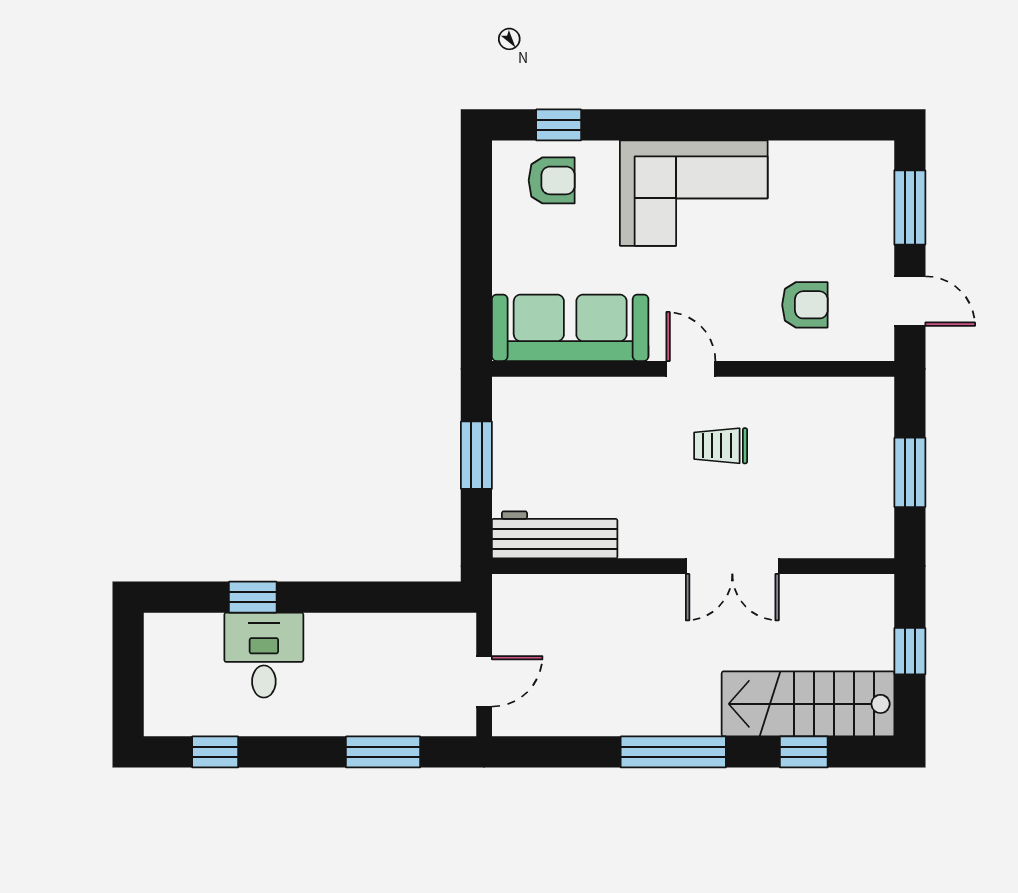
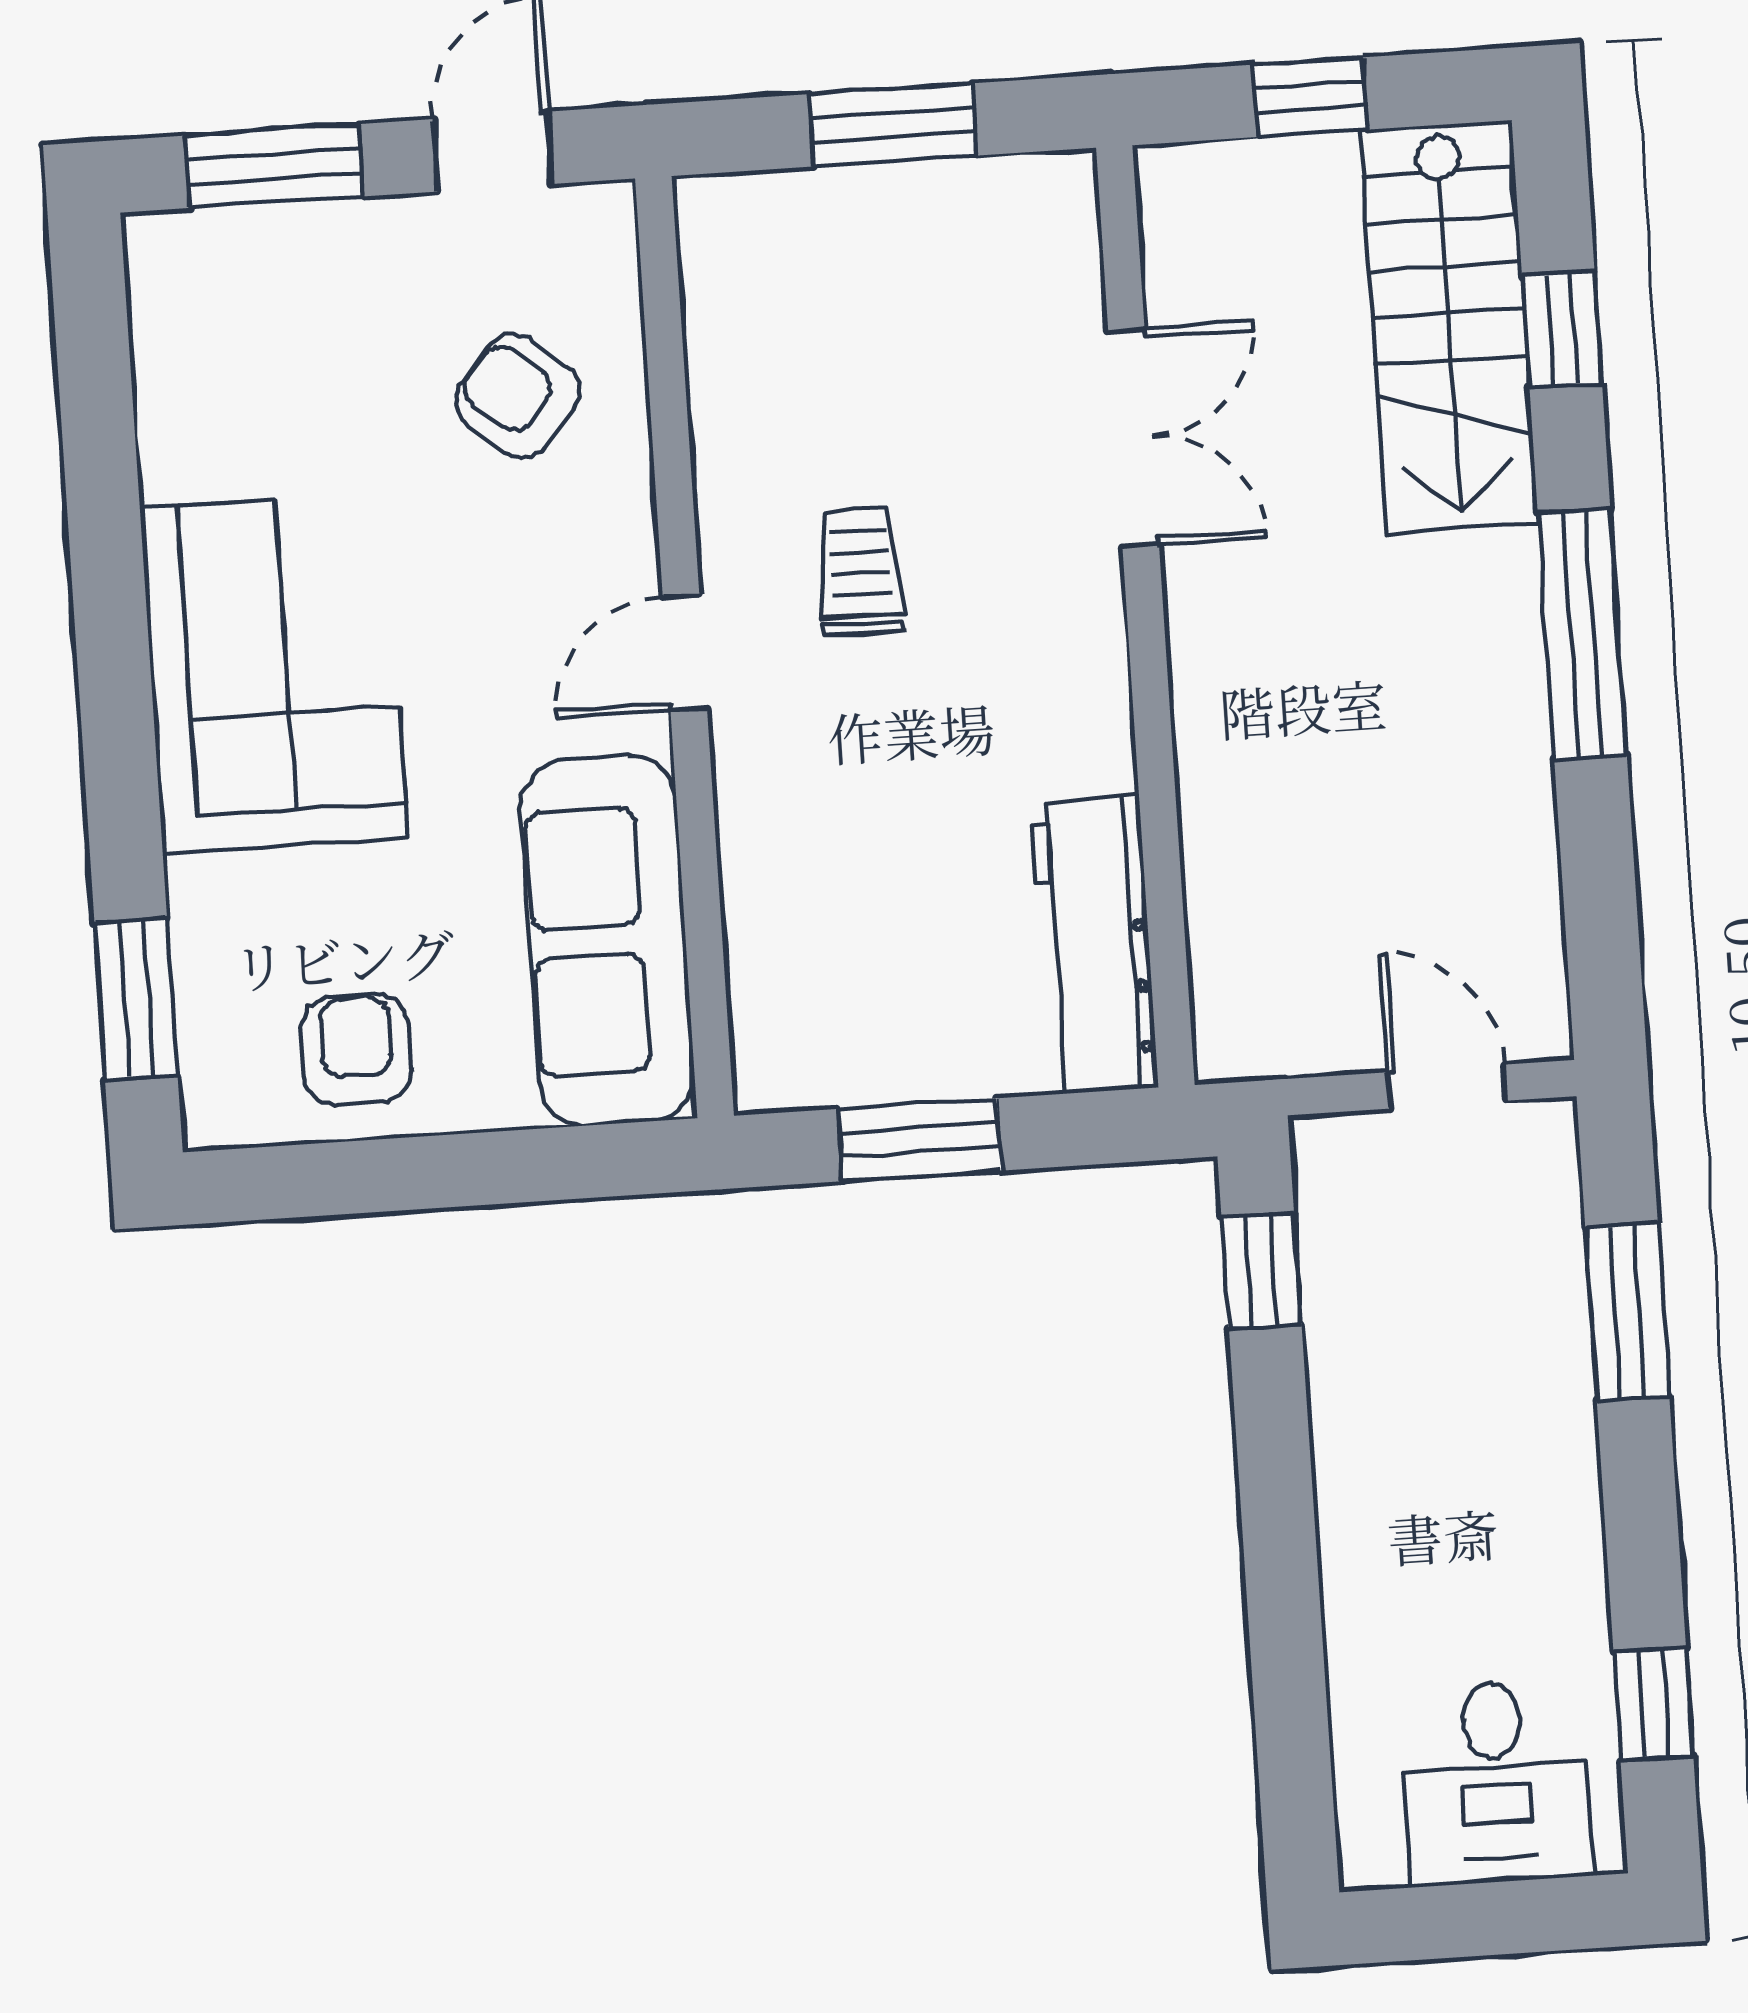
window: (559, 125) -> (136, 999), width x1.50
armchair: (552, 180) -> (356, 1050), moved
armchair: (805, 305) -> (518, 396), turned -50
trolley: (721, 446) -> (860, 571), turned 180
double door: (732, 566) -> (1134, 438), moved
window: (253, 597) -> (1261, 1271), moved
desk: (264, 655) -> (1496, 1782), moved, turned -90

